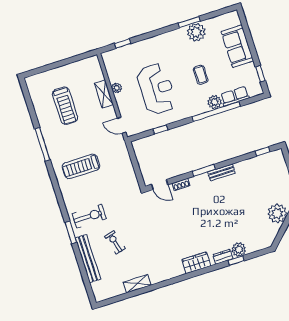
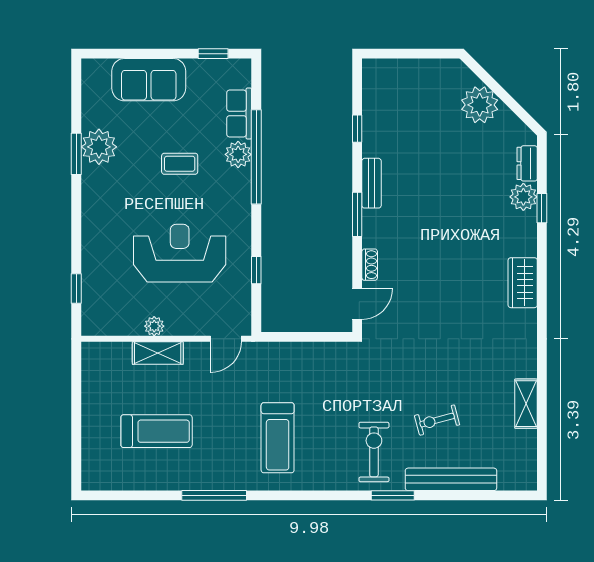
window: (263, 151) -> (357, 129), moved
dresser: (223, 257) -> (527, 163), moved

